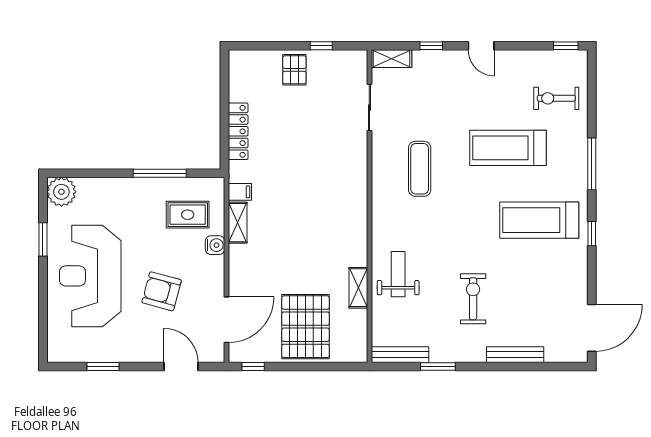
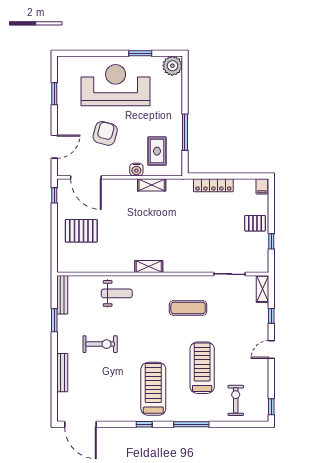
filing cabinet: (240, 192) -> (262, 186), moved
shelving: (358, 288) -> (149, 267), moved
pallet: (305, 327) -> (81, 231), width x0.73, depth x0.71

